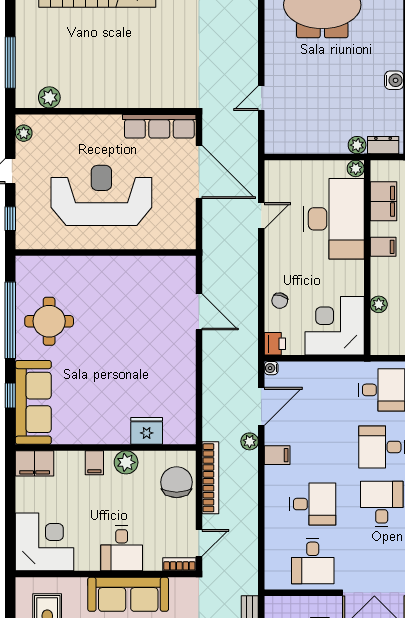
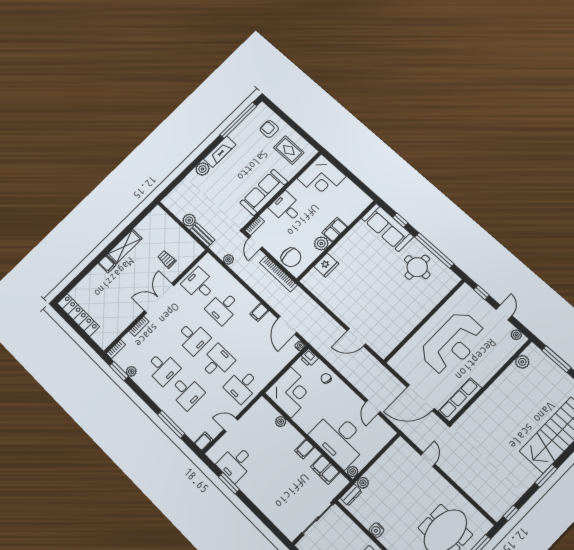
plant: (250, 441) -> (228, 259), moved
filing cabinet: (35, 463) -> (360, 204), removed
filing cabinet: (94, 463) -> (335, 230), width x2.00

